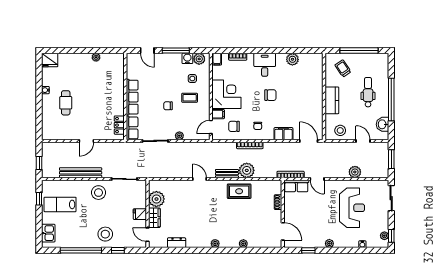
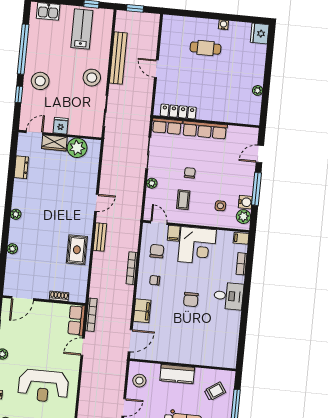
plant: (292, 59) -> (232, 331), removed
coffee table: (190, 98) -> (183, 200), moved
locker: (119, 125) -> (178, 112), width x1.53
plant: (247, 170) -> (101, 262), removed
plant: (355, 172) -> (87, 394), removed

